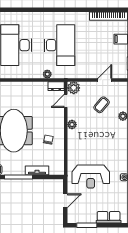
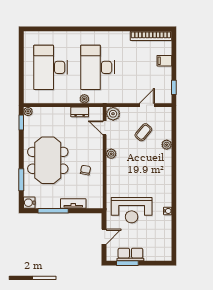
desk: (59, 45) -> (98, 67), turned 180
dresser: (56, 86) -> (80, 112), moved
door: (66, 101) -> (105, 128), hinge flipped
row of seats: (109, 217) -> (130, 254), moved

